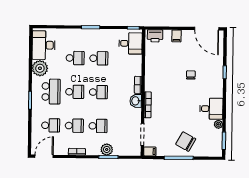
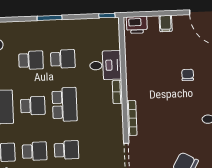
desk: (130, 43) -> (105, 65), moved
school desk: (98, 92) -> (65, 104), width x1.85
washbasin: (136, 101) -> (115, 114), removed

